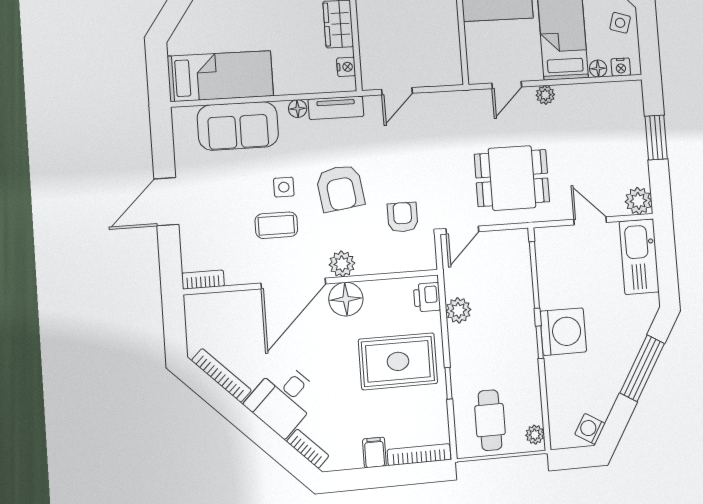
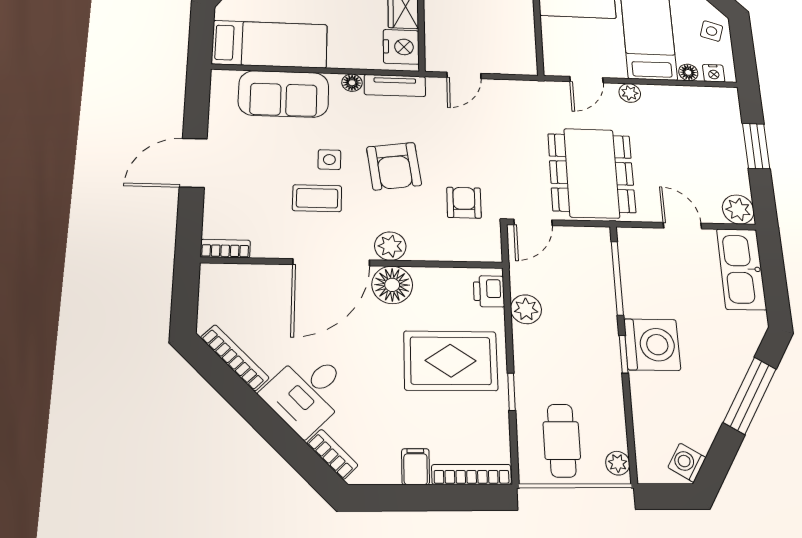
nightstand: (346, 67) -> (401, 47), width x1.89, depth x1.79
dining table: (512, 178) -> (592, 173), width x1.38

